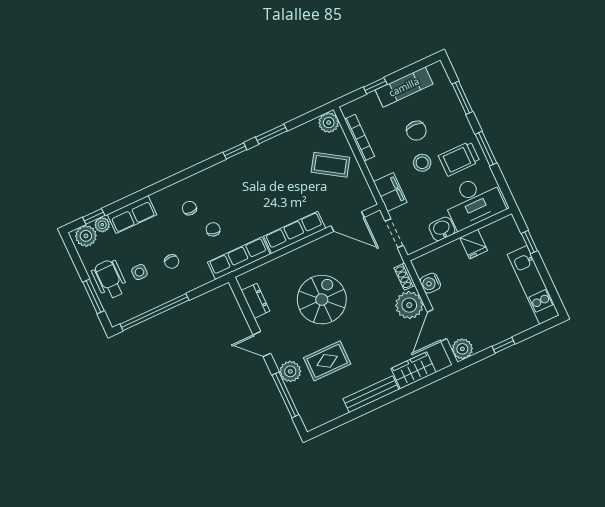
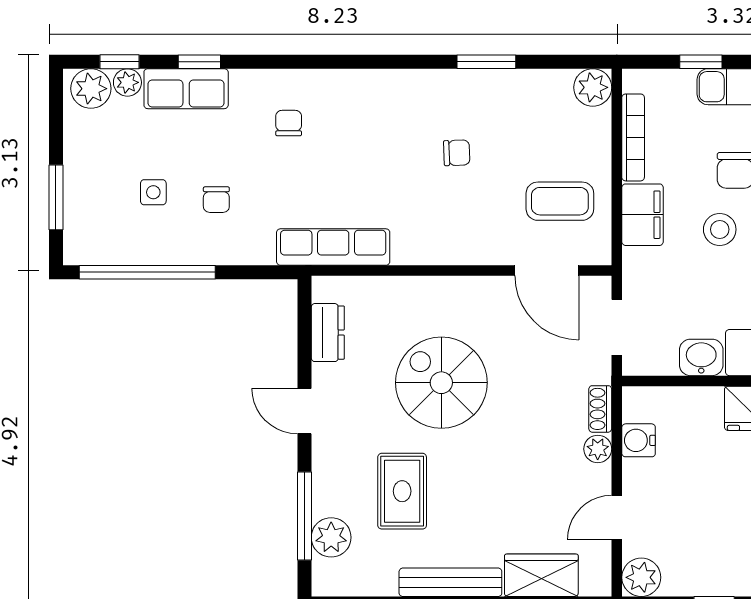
window: (235, 151) -> (199, 62), moved
coffee table: (330, 165) -> (560, 201), moved, turned -33
filing cabinet: (390, 192) -> (643, 215), moved
chair: (213, 229) -> (457, 153), moved, turned 70
row of seats: (295, 232) -> (448, 247), removed
wheelchair: (110, 279) -> (97, 181), removed
spiral stairs: (322, 300) -> (441, 383), turned -90
plant: (409, 305) -> (598, 449), width x0.53, depth x0.53
door: (437, 325) -> (617, 517), width x0.73
rug: (327, 361) -> (402, 491), turned 90
plant: (290, 371) -> (331, 537), moved

